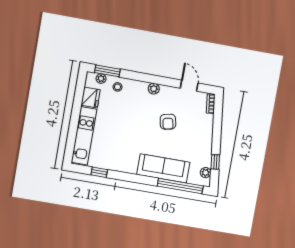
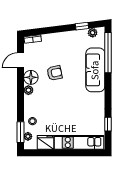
floor lamp: (168, 94) -> (31, 77), added

